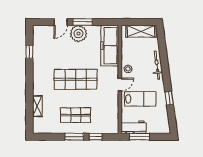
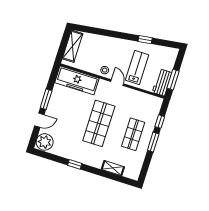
door: (61, 22) -> (39, 120), hinge flipped
plant: (78, 34) -> (45, 142), moved
window: (29, 52) -> (75, 164), moved
bicycle: (157, 65) -> (110, 41), removed

